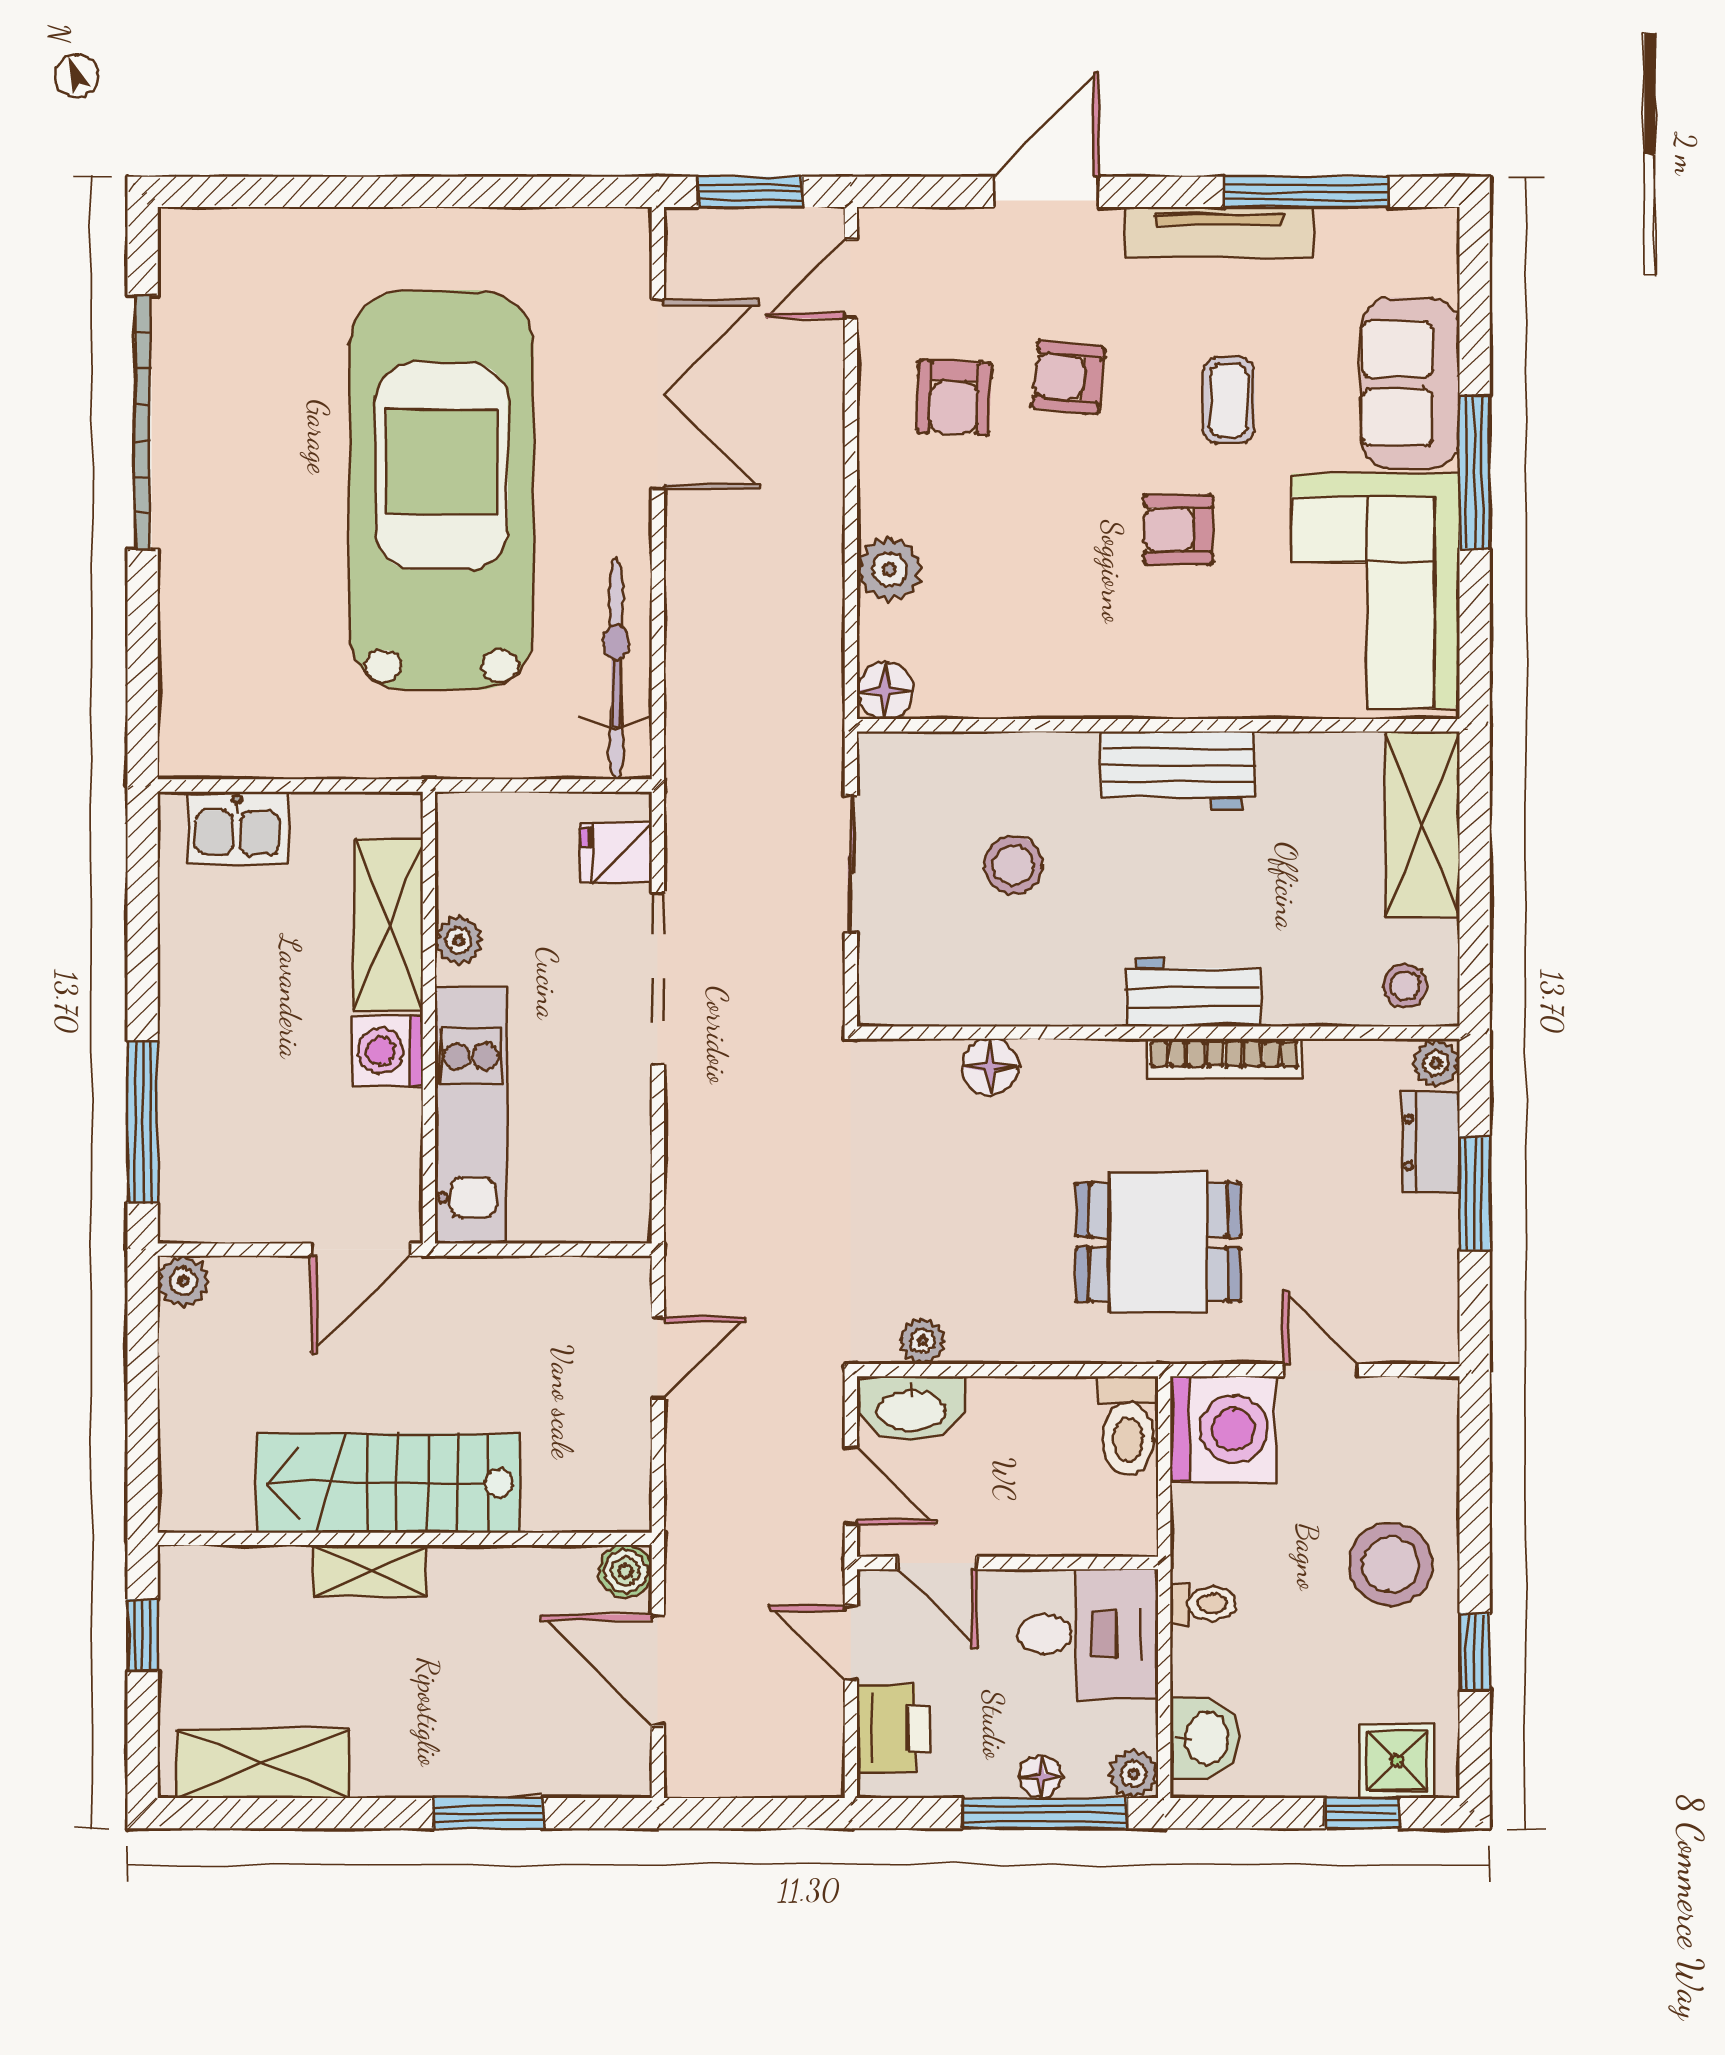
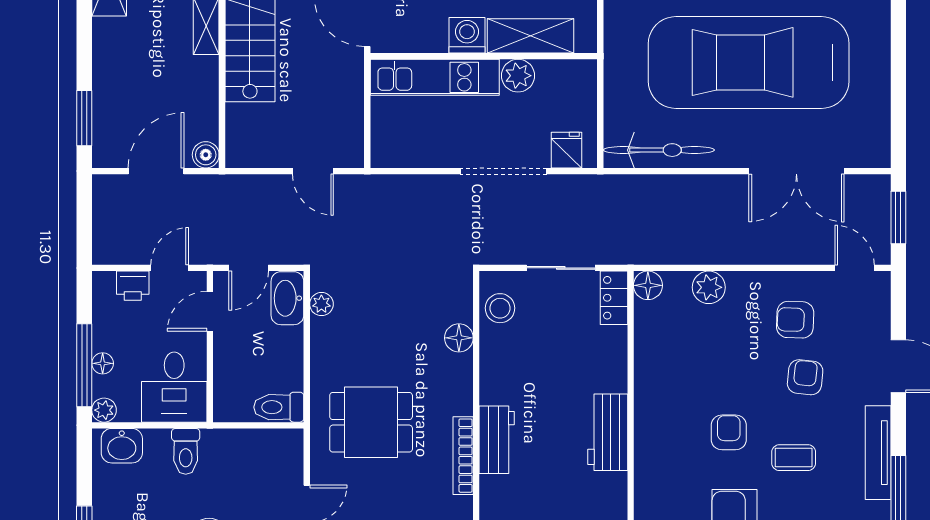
car: (442, 490) -> (749, 62), turned 180
locker: (910, 758) -> (614, 298), added
stool: (1013, 865) -> (500, 308), moved
plant: (459, 940) -> (518, 76), width x1.38, depth x1.38
dining table: (1158, 1242) -> (371, 422), turned 90
washing machine: (1223, 1429) -> (277, 455), removed
toilet: (1203, 1604) -> (186, 451), width x1.37, depth x1.39
printer: (893, 1729) -> (133, 286), width x0.73, depth x0.81
window: (488, 1813) -> (84, 118), moved

